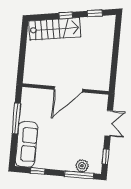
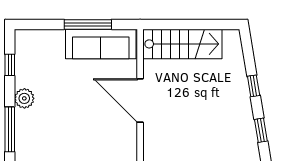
stairs: (55, 29) -> (182, 44), moved, turned -81
sofa: (27, 144) -> (101, 44), moved
plant: (82, 166) -> (24, 98), moved

